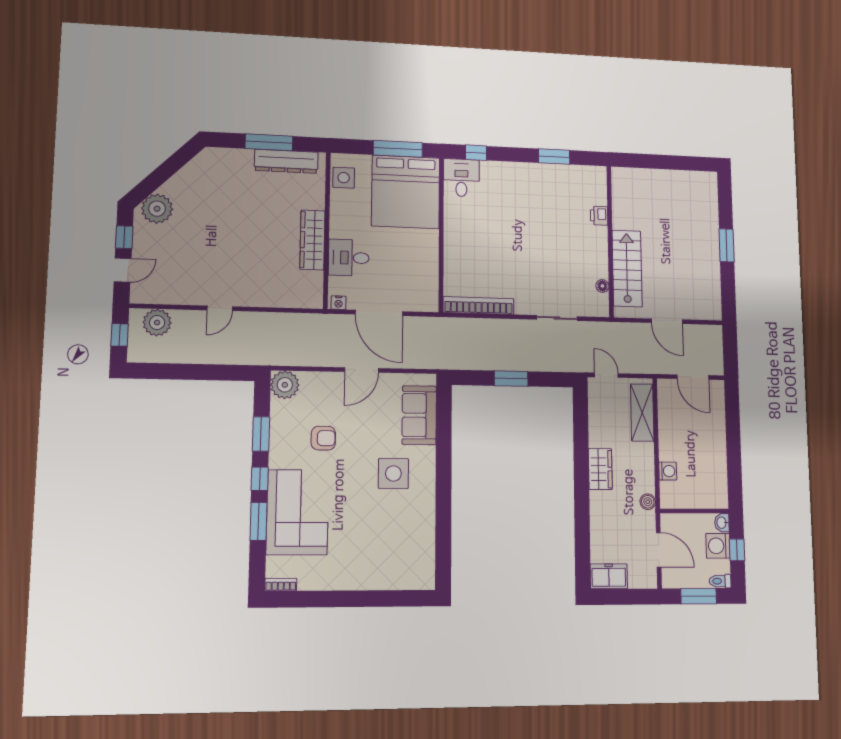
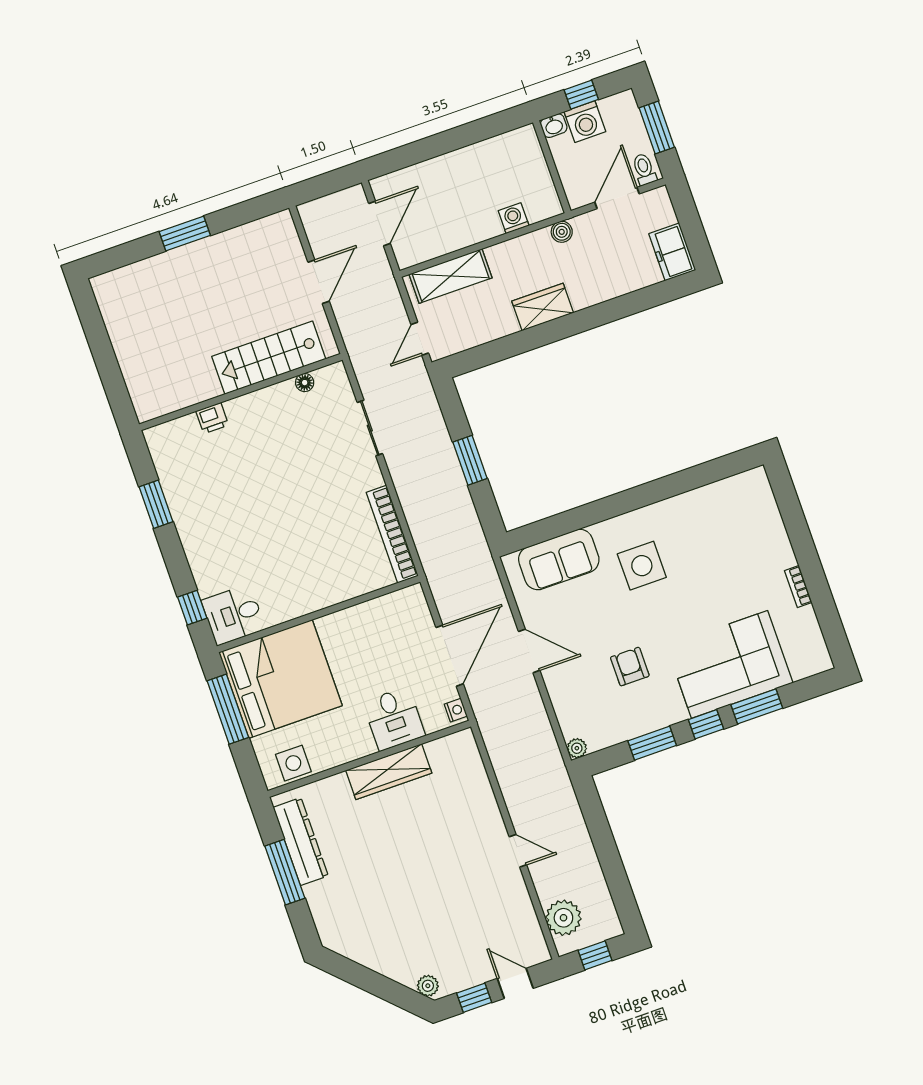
plant: (157, 209) -> (428, 986), width x0.53, depth x0.53
plant: (285, 385) -> (577, 748), width x0.53, depth x0.53
toilet: (720, 581) -> (644, 169), moved, turned 180
bookcase: (281, 585) -> (798, 586), moved

